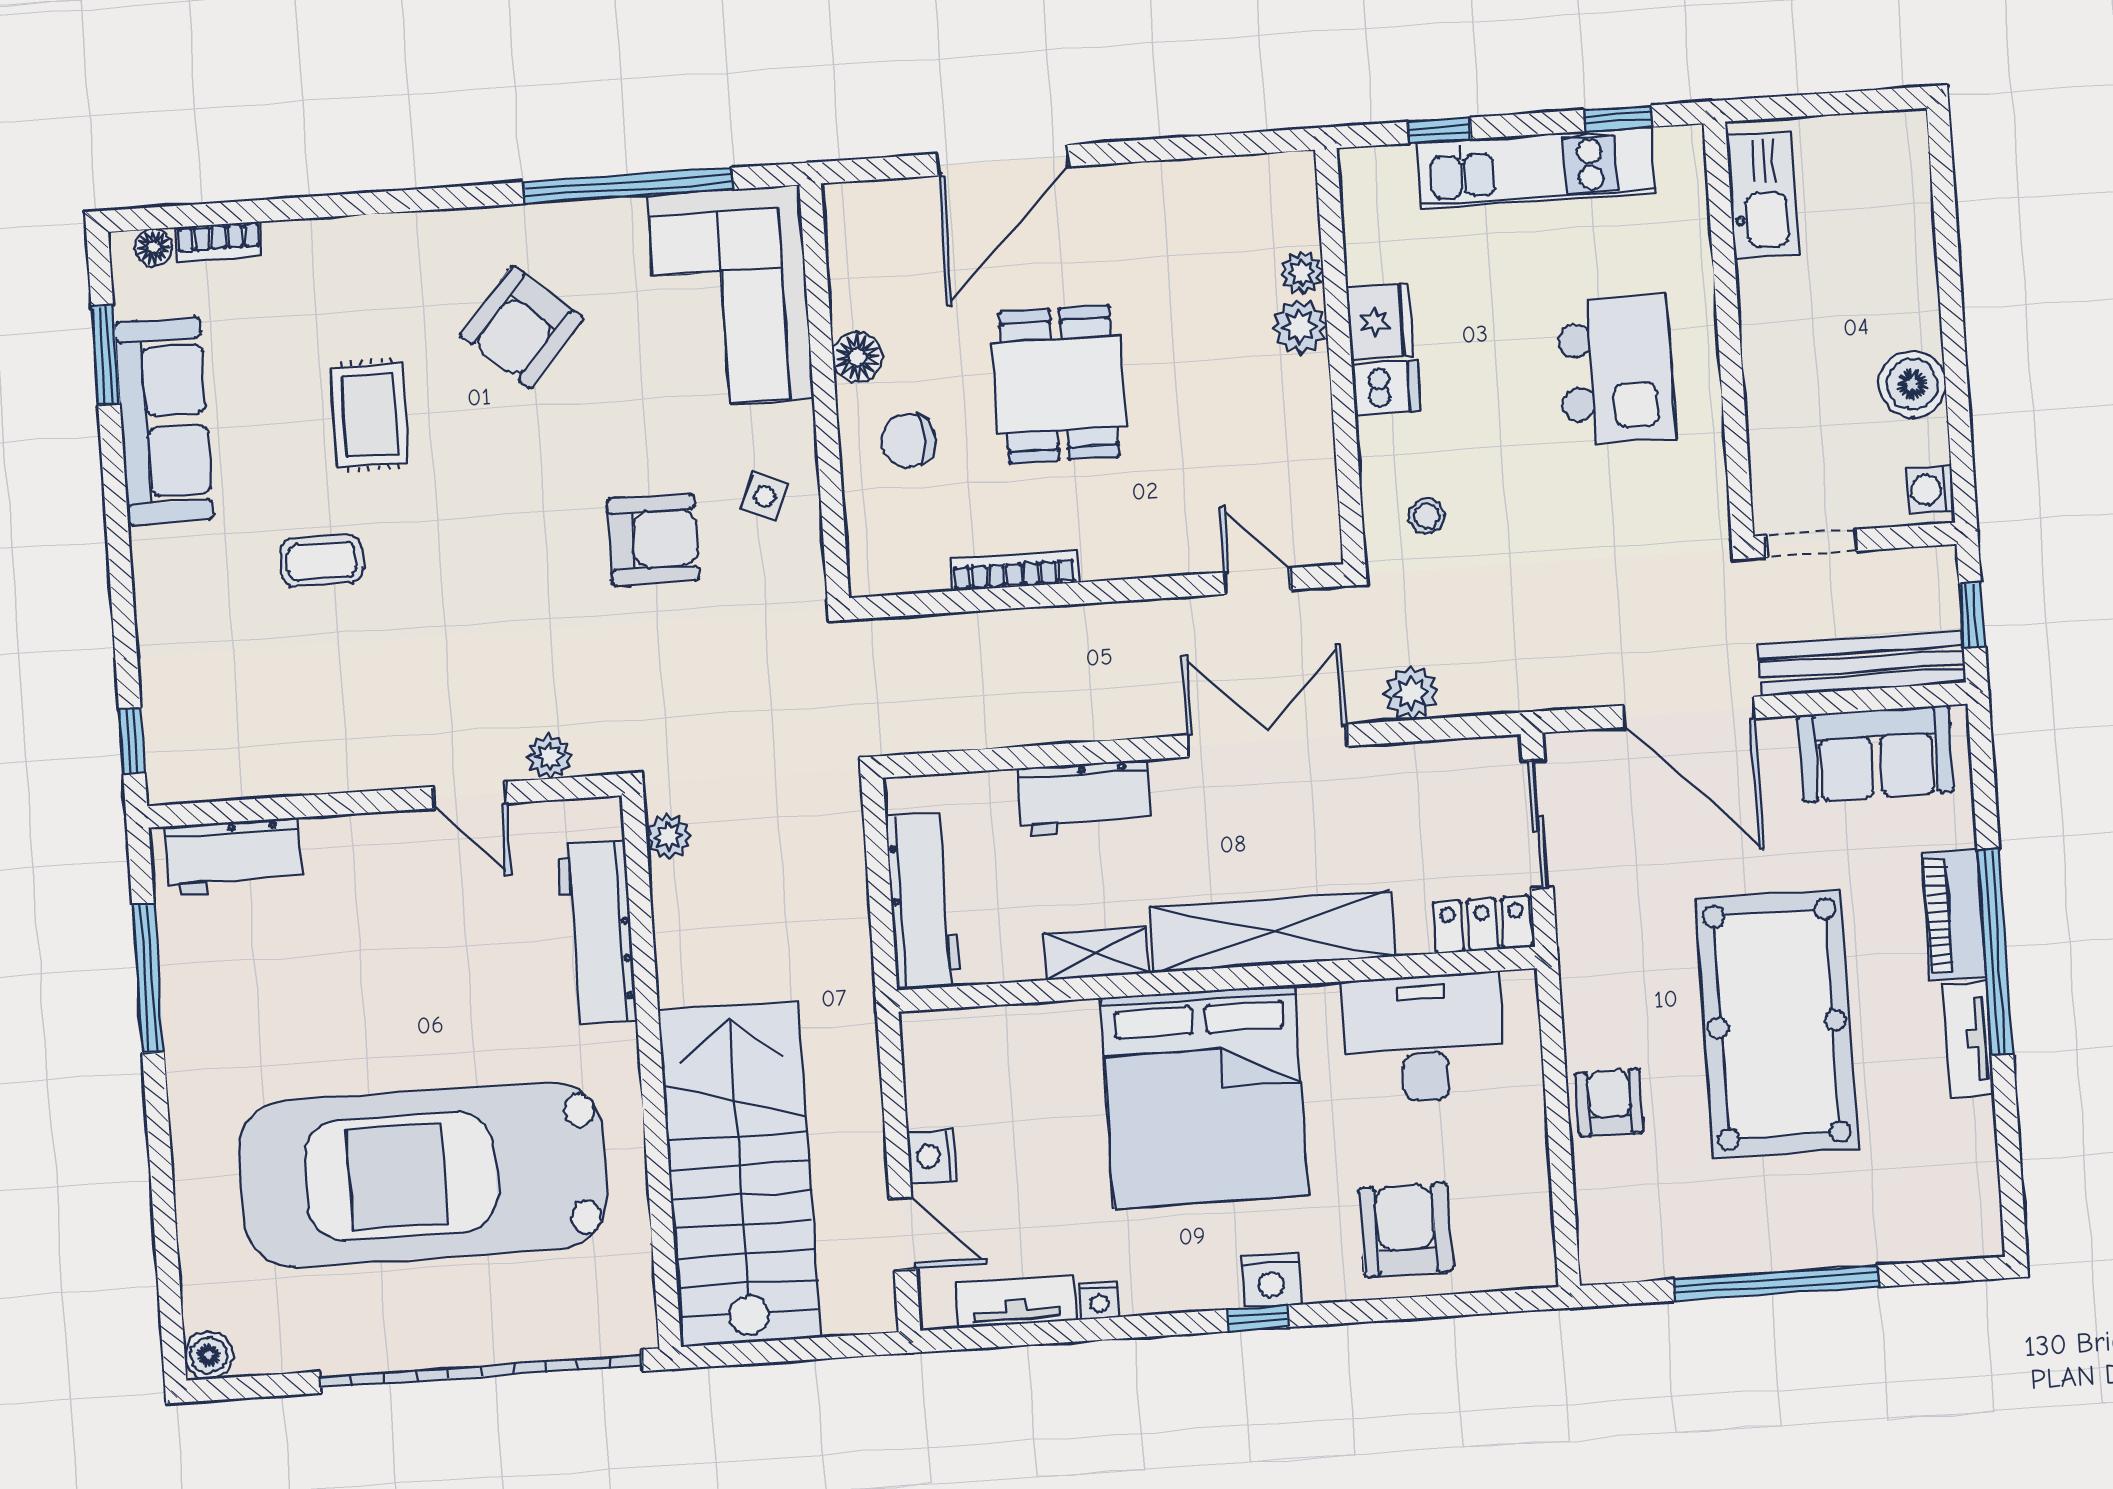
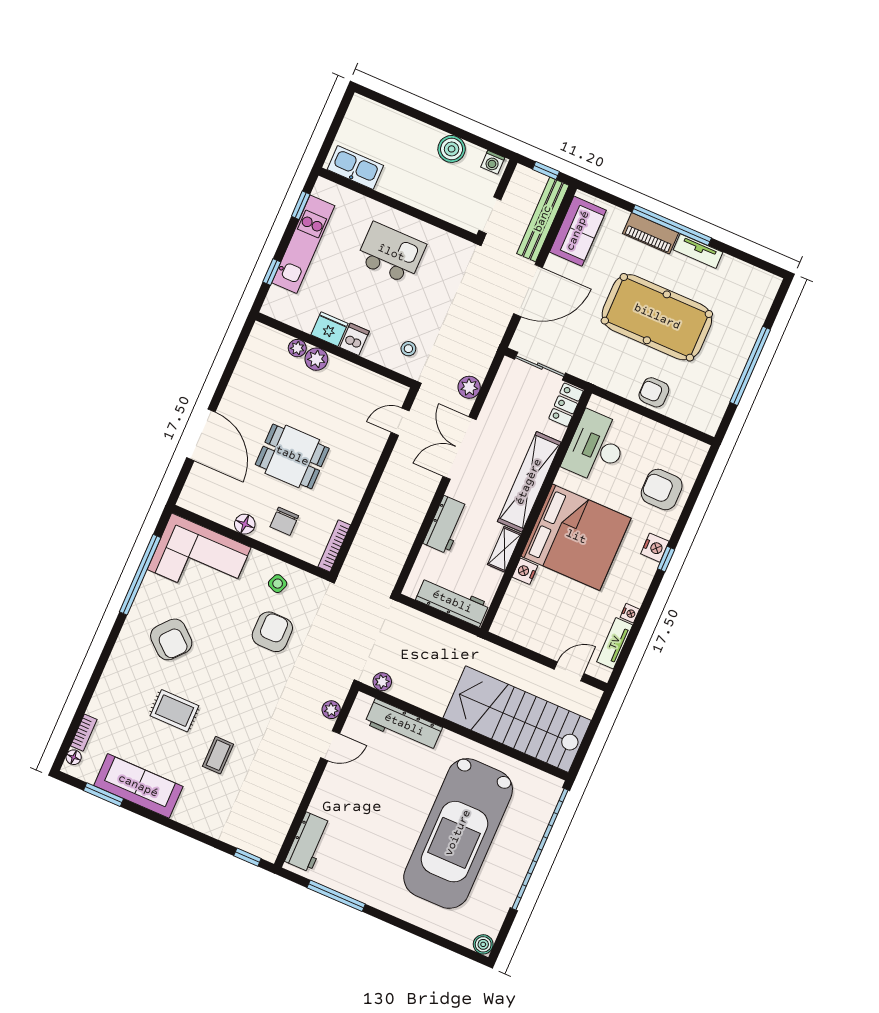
bookcase: (1014, 571) -> (334, 546), moved
nightstand: (932, 1156) -> (525, 571), moved, turned 90

